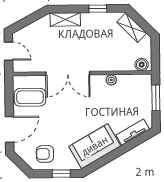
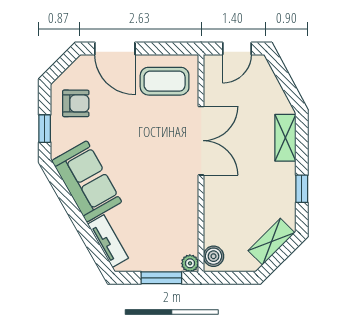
double door: (68, 73) -> (201, 141), swing flipped
plant: (111, 80) -> (190, 263), moved
coffee table: (30, 97) -> (165, 81), turned 90
armchair: (45, 154) -> (76, 103), turned 90

